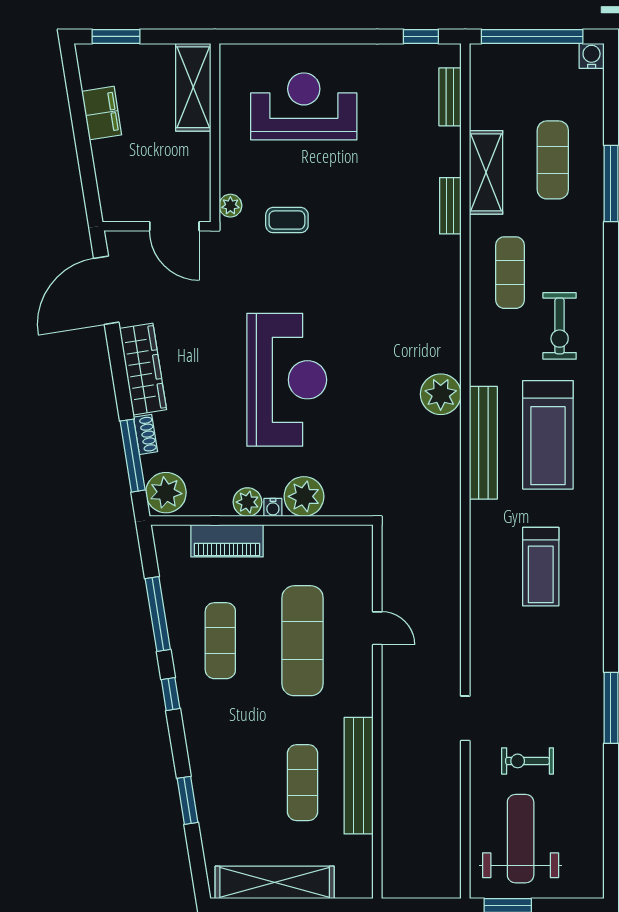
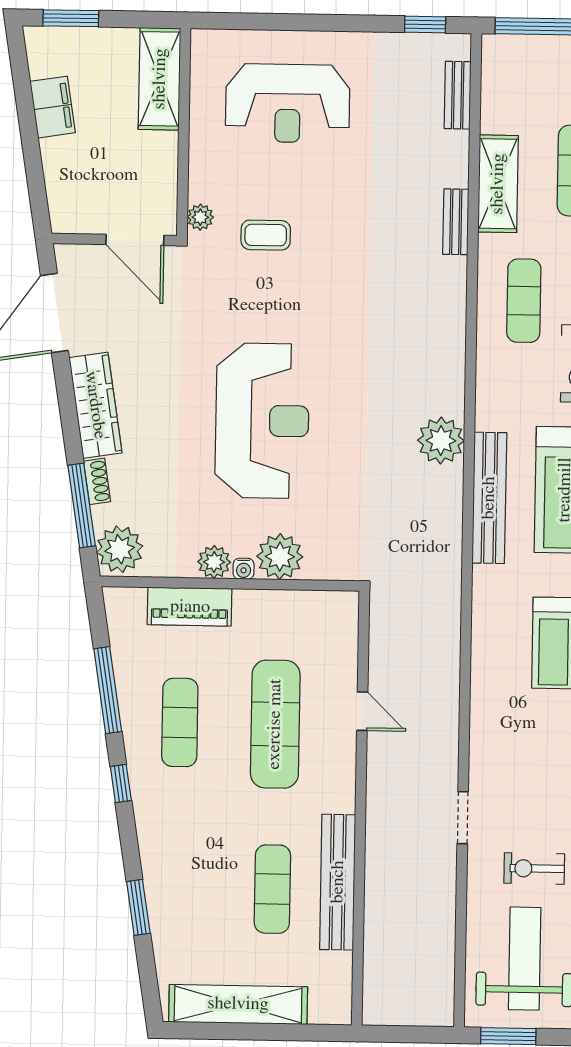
reception desk: (304, 106) -> (288, 103), turned 180

